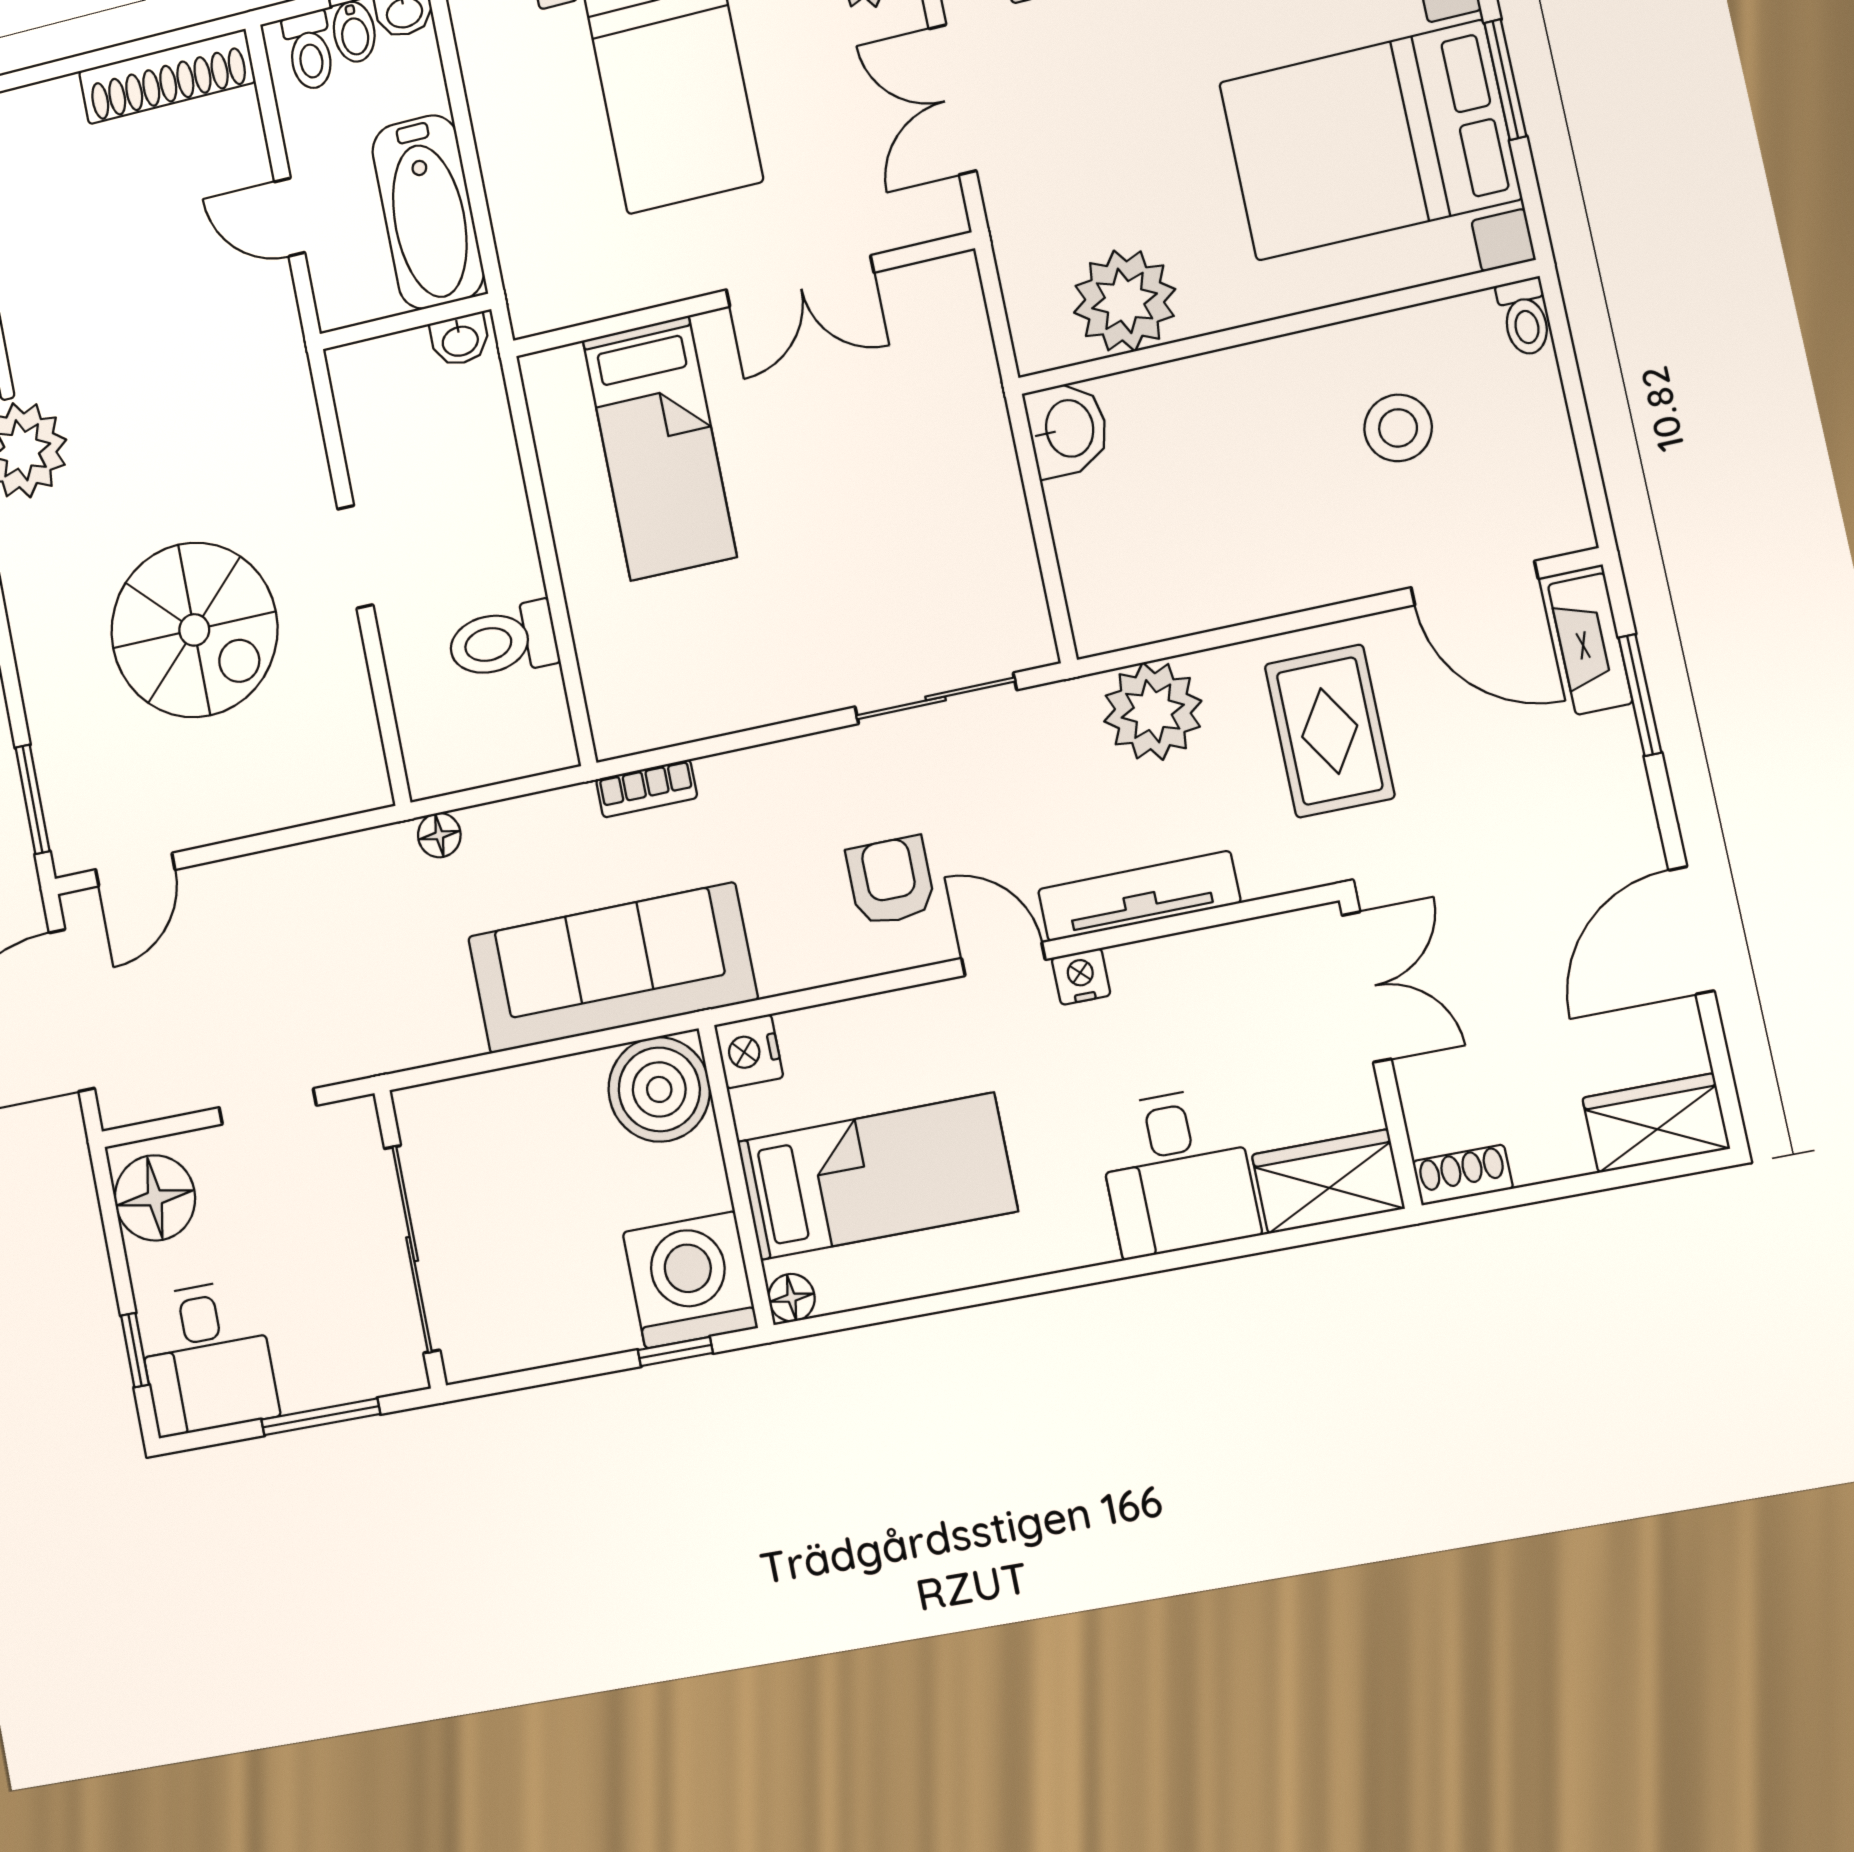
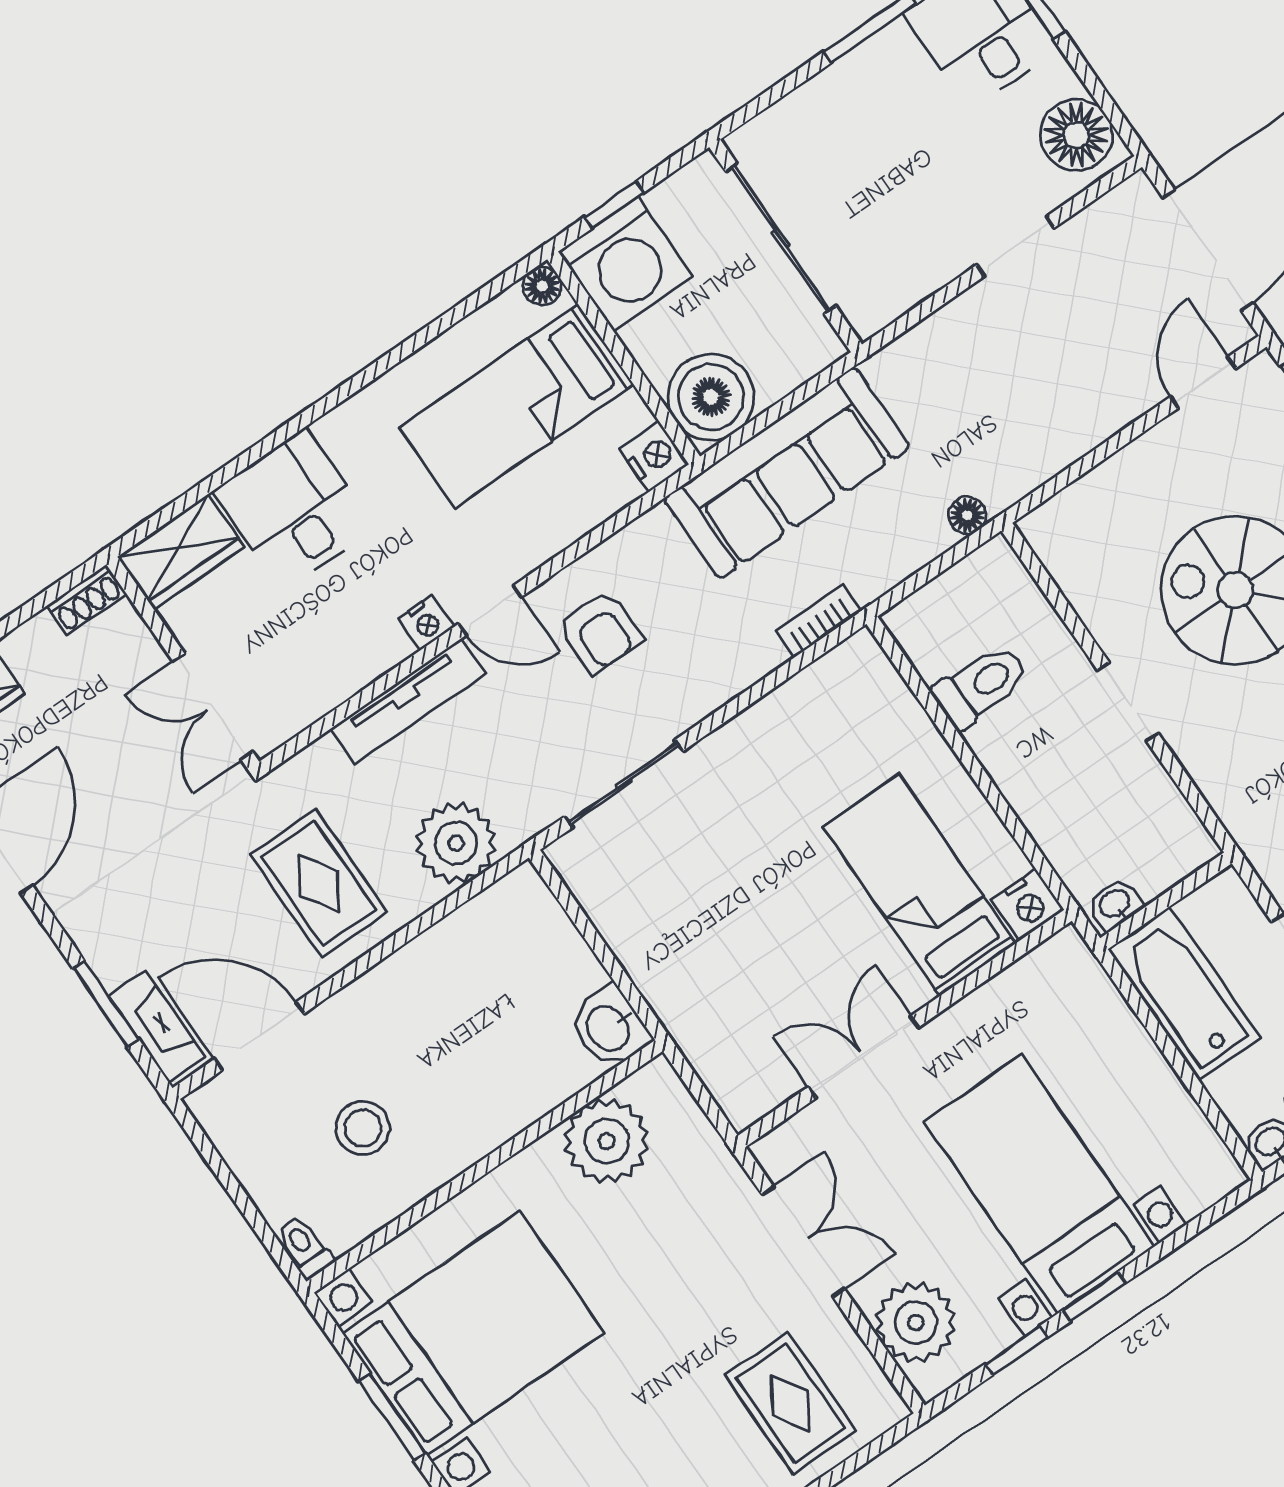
nightstand: (553, 378) -> (1028, 905), added
wall: (410, 1239) -> (786, 246), moved
sliding door: (412, 1249) -> (781, 239), moved

